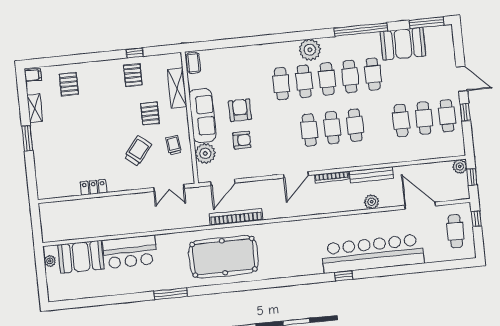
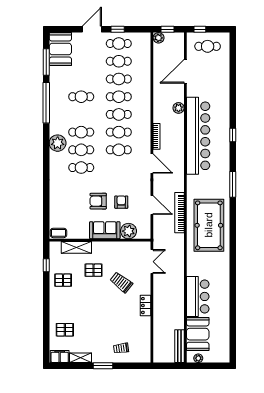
window: (426, 23) -> (46, 62), moved
booth: (403, 44) -> (60, 49), moved
window: (135, 53) -> (46, 265), moved
filing cabinet: (33, 75) -> (60, 356), width x2.00
cafe table: (350, 77) -> (119, 97), moved
sofa: (202, 116) -> (105, 230), width x0.73
trolley: (174, 145) -> (121, 348), moved
bench: (371, 175) -> (179, 346), moved
door: (223, 182) -> (152, 205), moved
locker: (93, 187) -> (146, 306), moved
bar counter: (373, 254) -> (198, 136), moved, turned 180
window: (171, 294) -> (233, 184), moved

